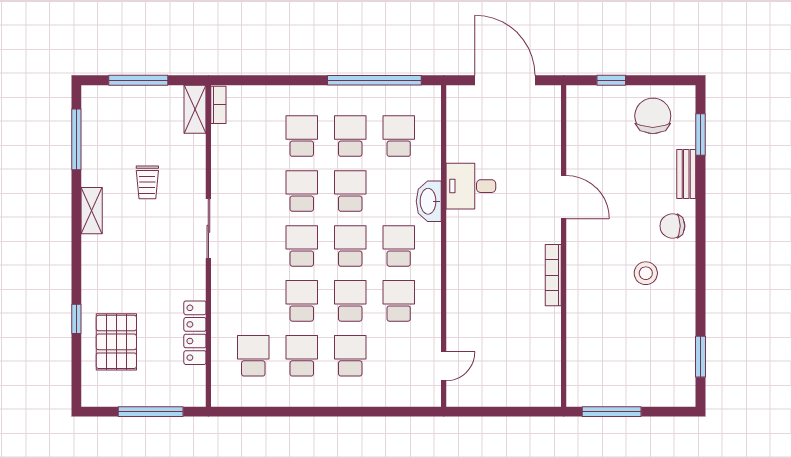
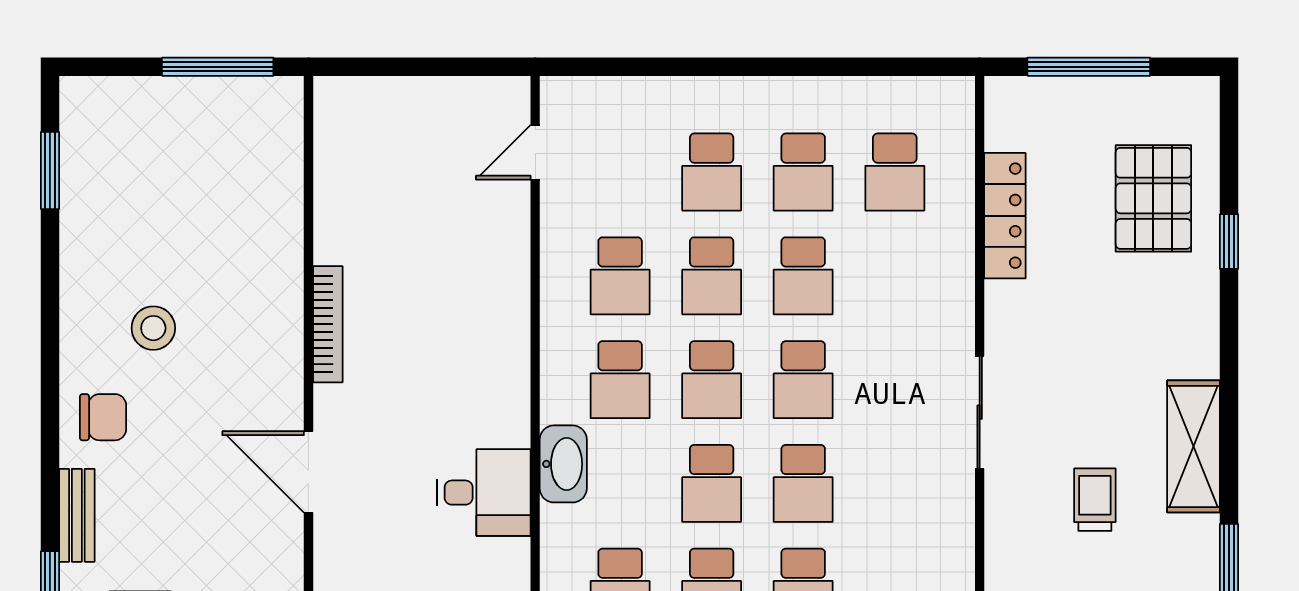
shelving: (92, 211) -> (1194, 446), width x1.50, depth x1.33

